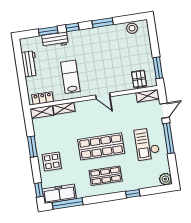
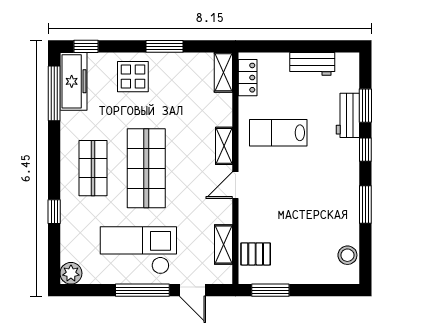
lab bench: (70, 77) -> (278, 133), turned 180
shelving: (148, 96) -> (224, 245), moved
shelving: (64, 108) -> (224, 146), moved
checkout: (147, 144) -> (138, 250), width x1.36, depth x1.21

